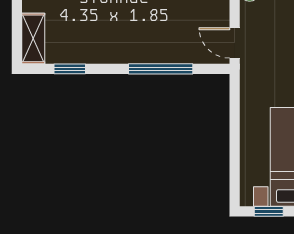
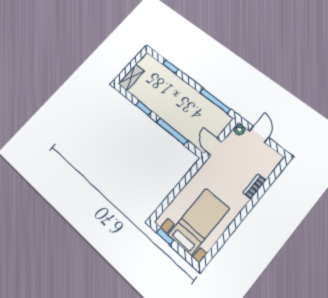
window: (70, 69) -> (144, 108), moved

